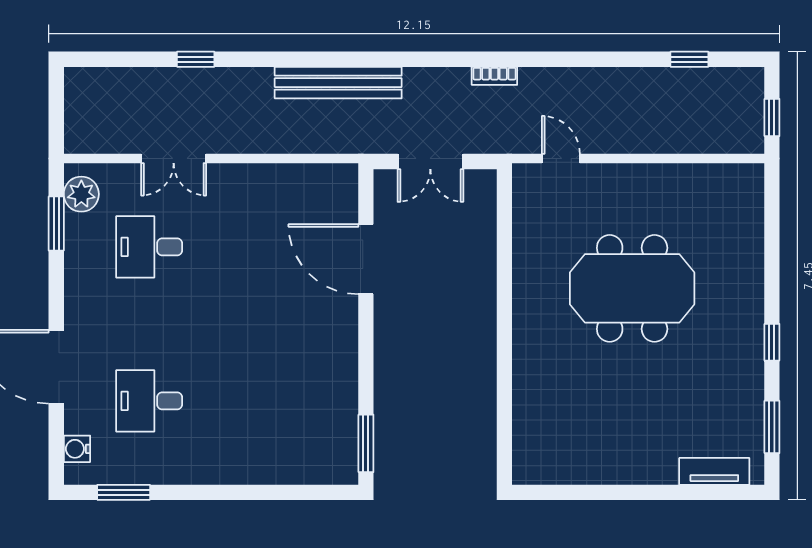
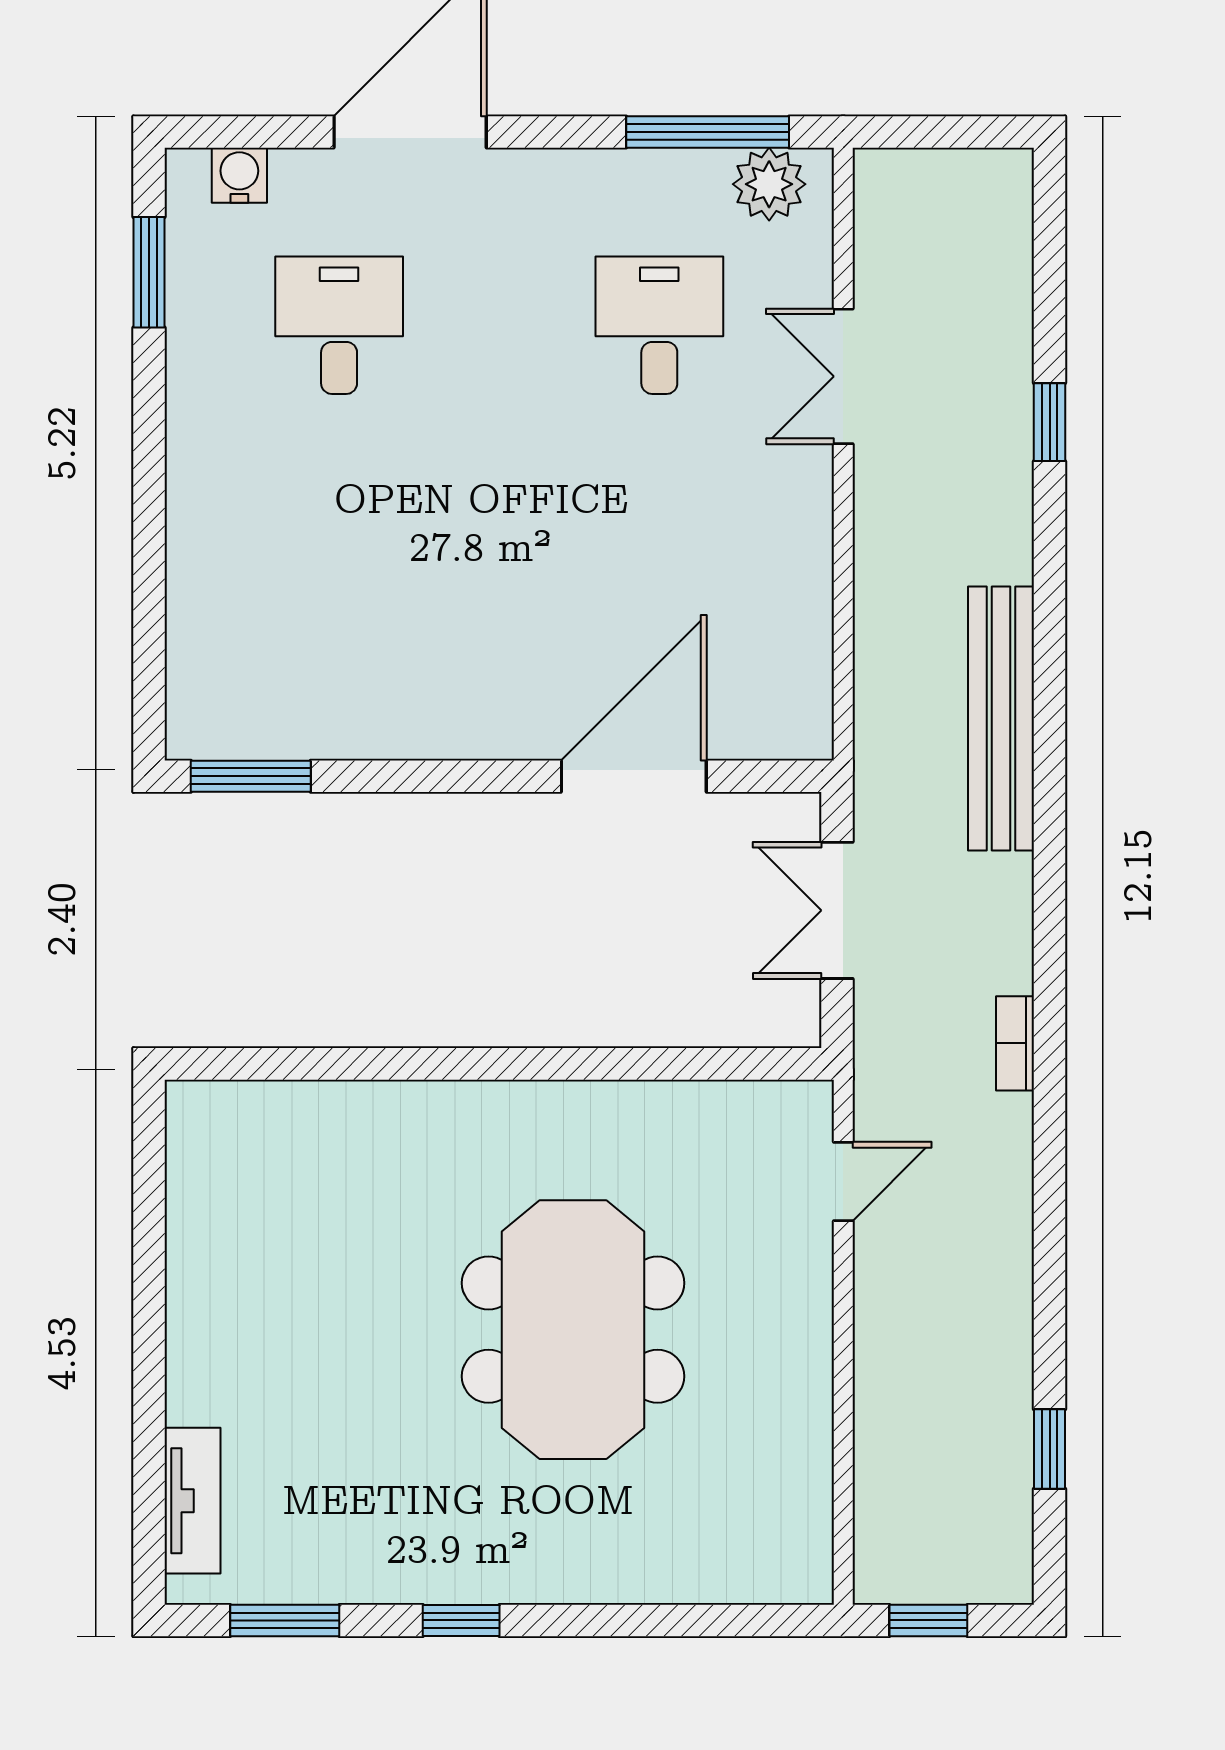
window: (56, 224) -> (708, 132), width x1.44

